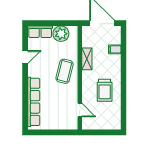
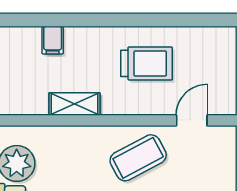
coffee table: (65, 71) -> (138, 158), moved, turned -42

